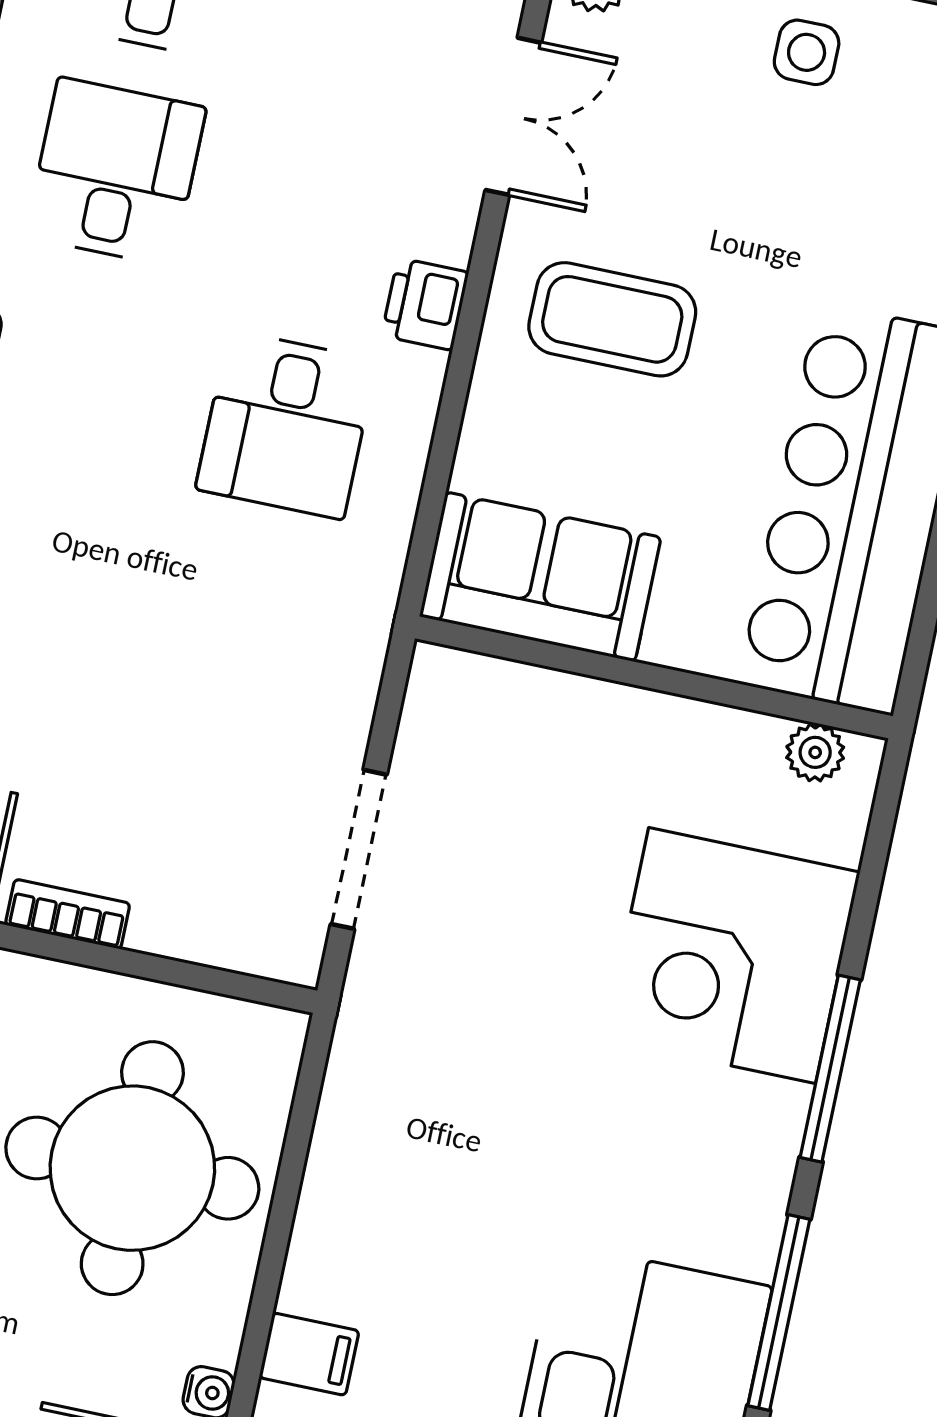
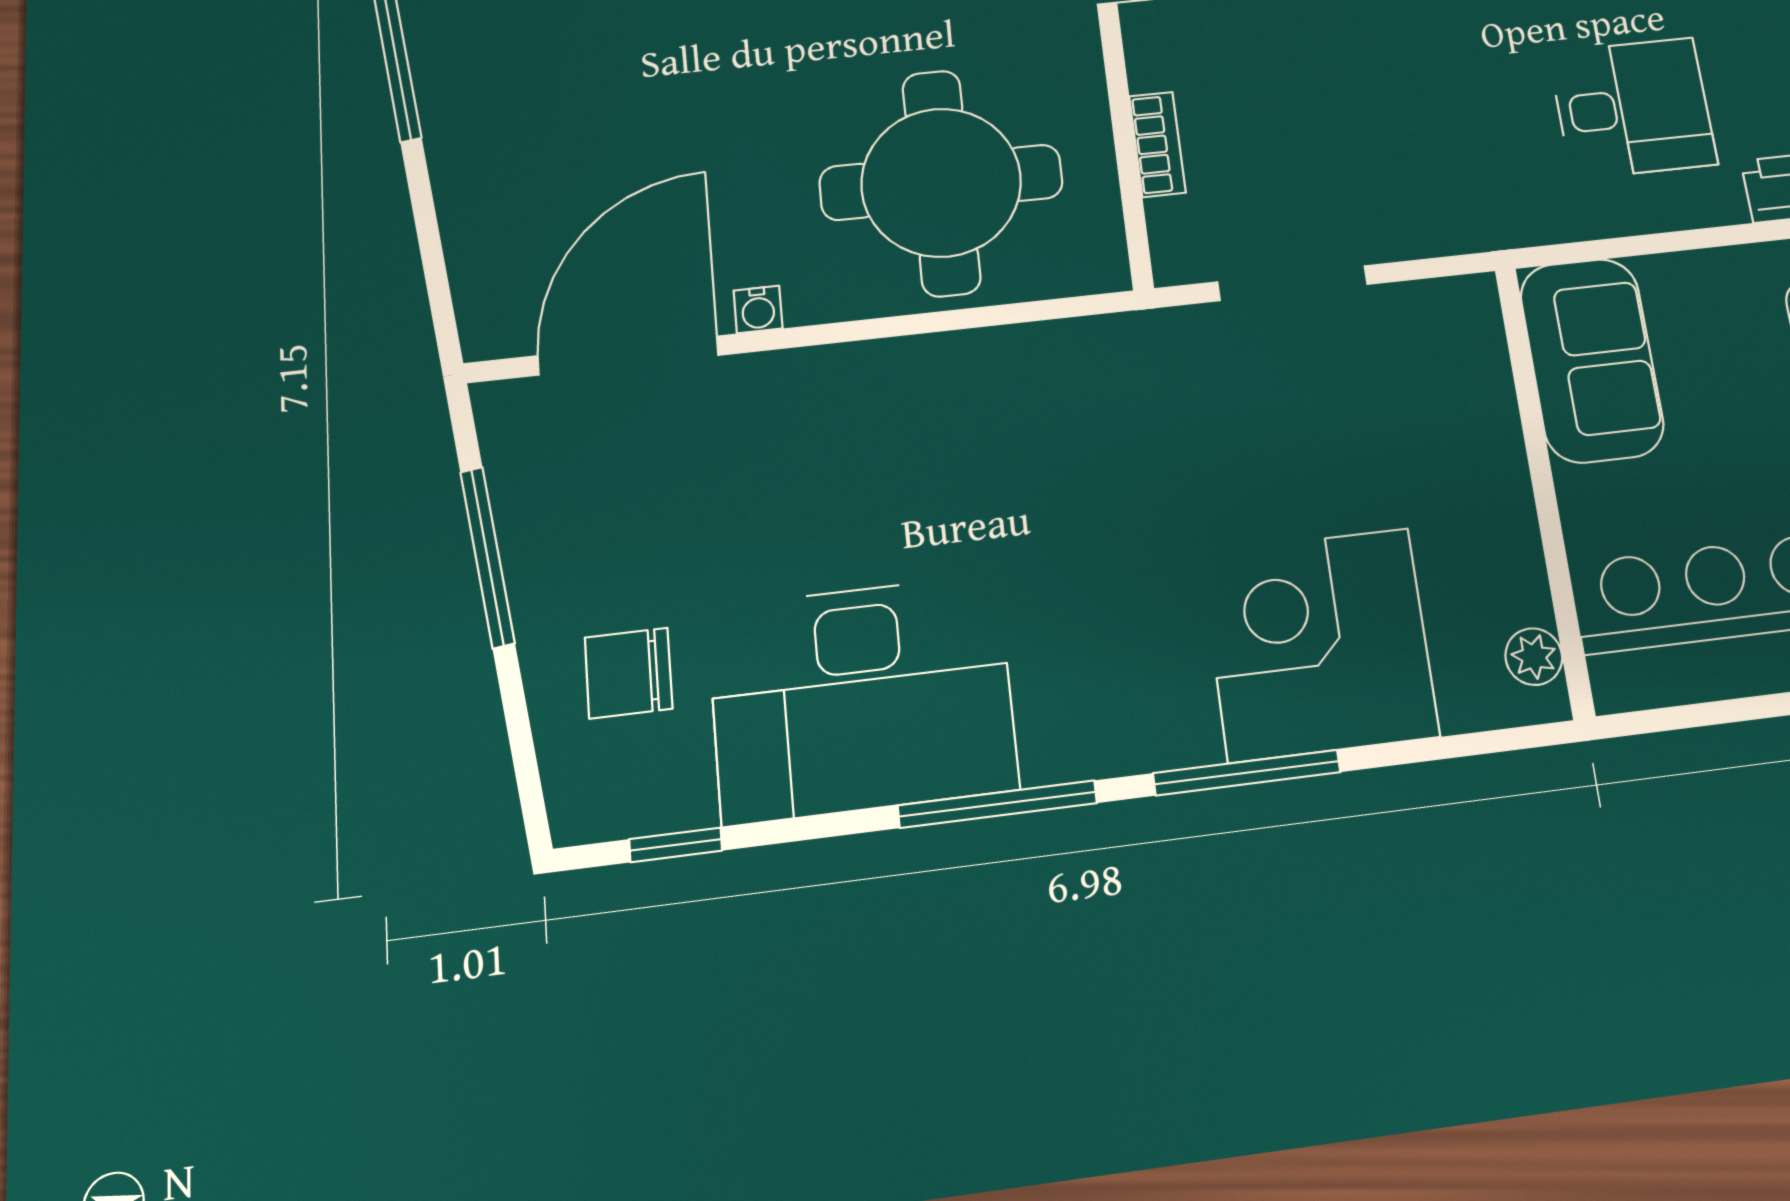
desk: (286, 425) -> (1633, 108), turned 180
bookcase: (68, 914) -> (1157, 144), moved
filing cabinet: (309, 1354) -> (821, 385), removed

